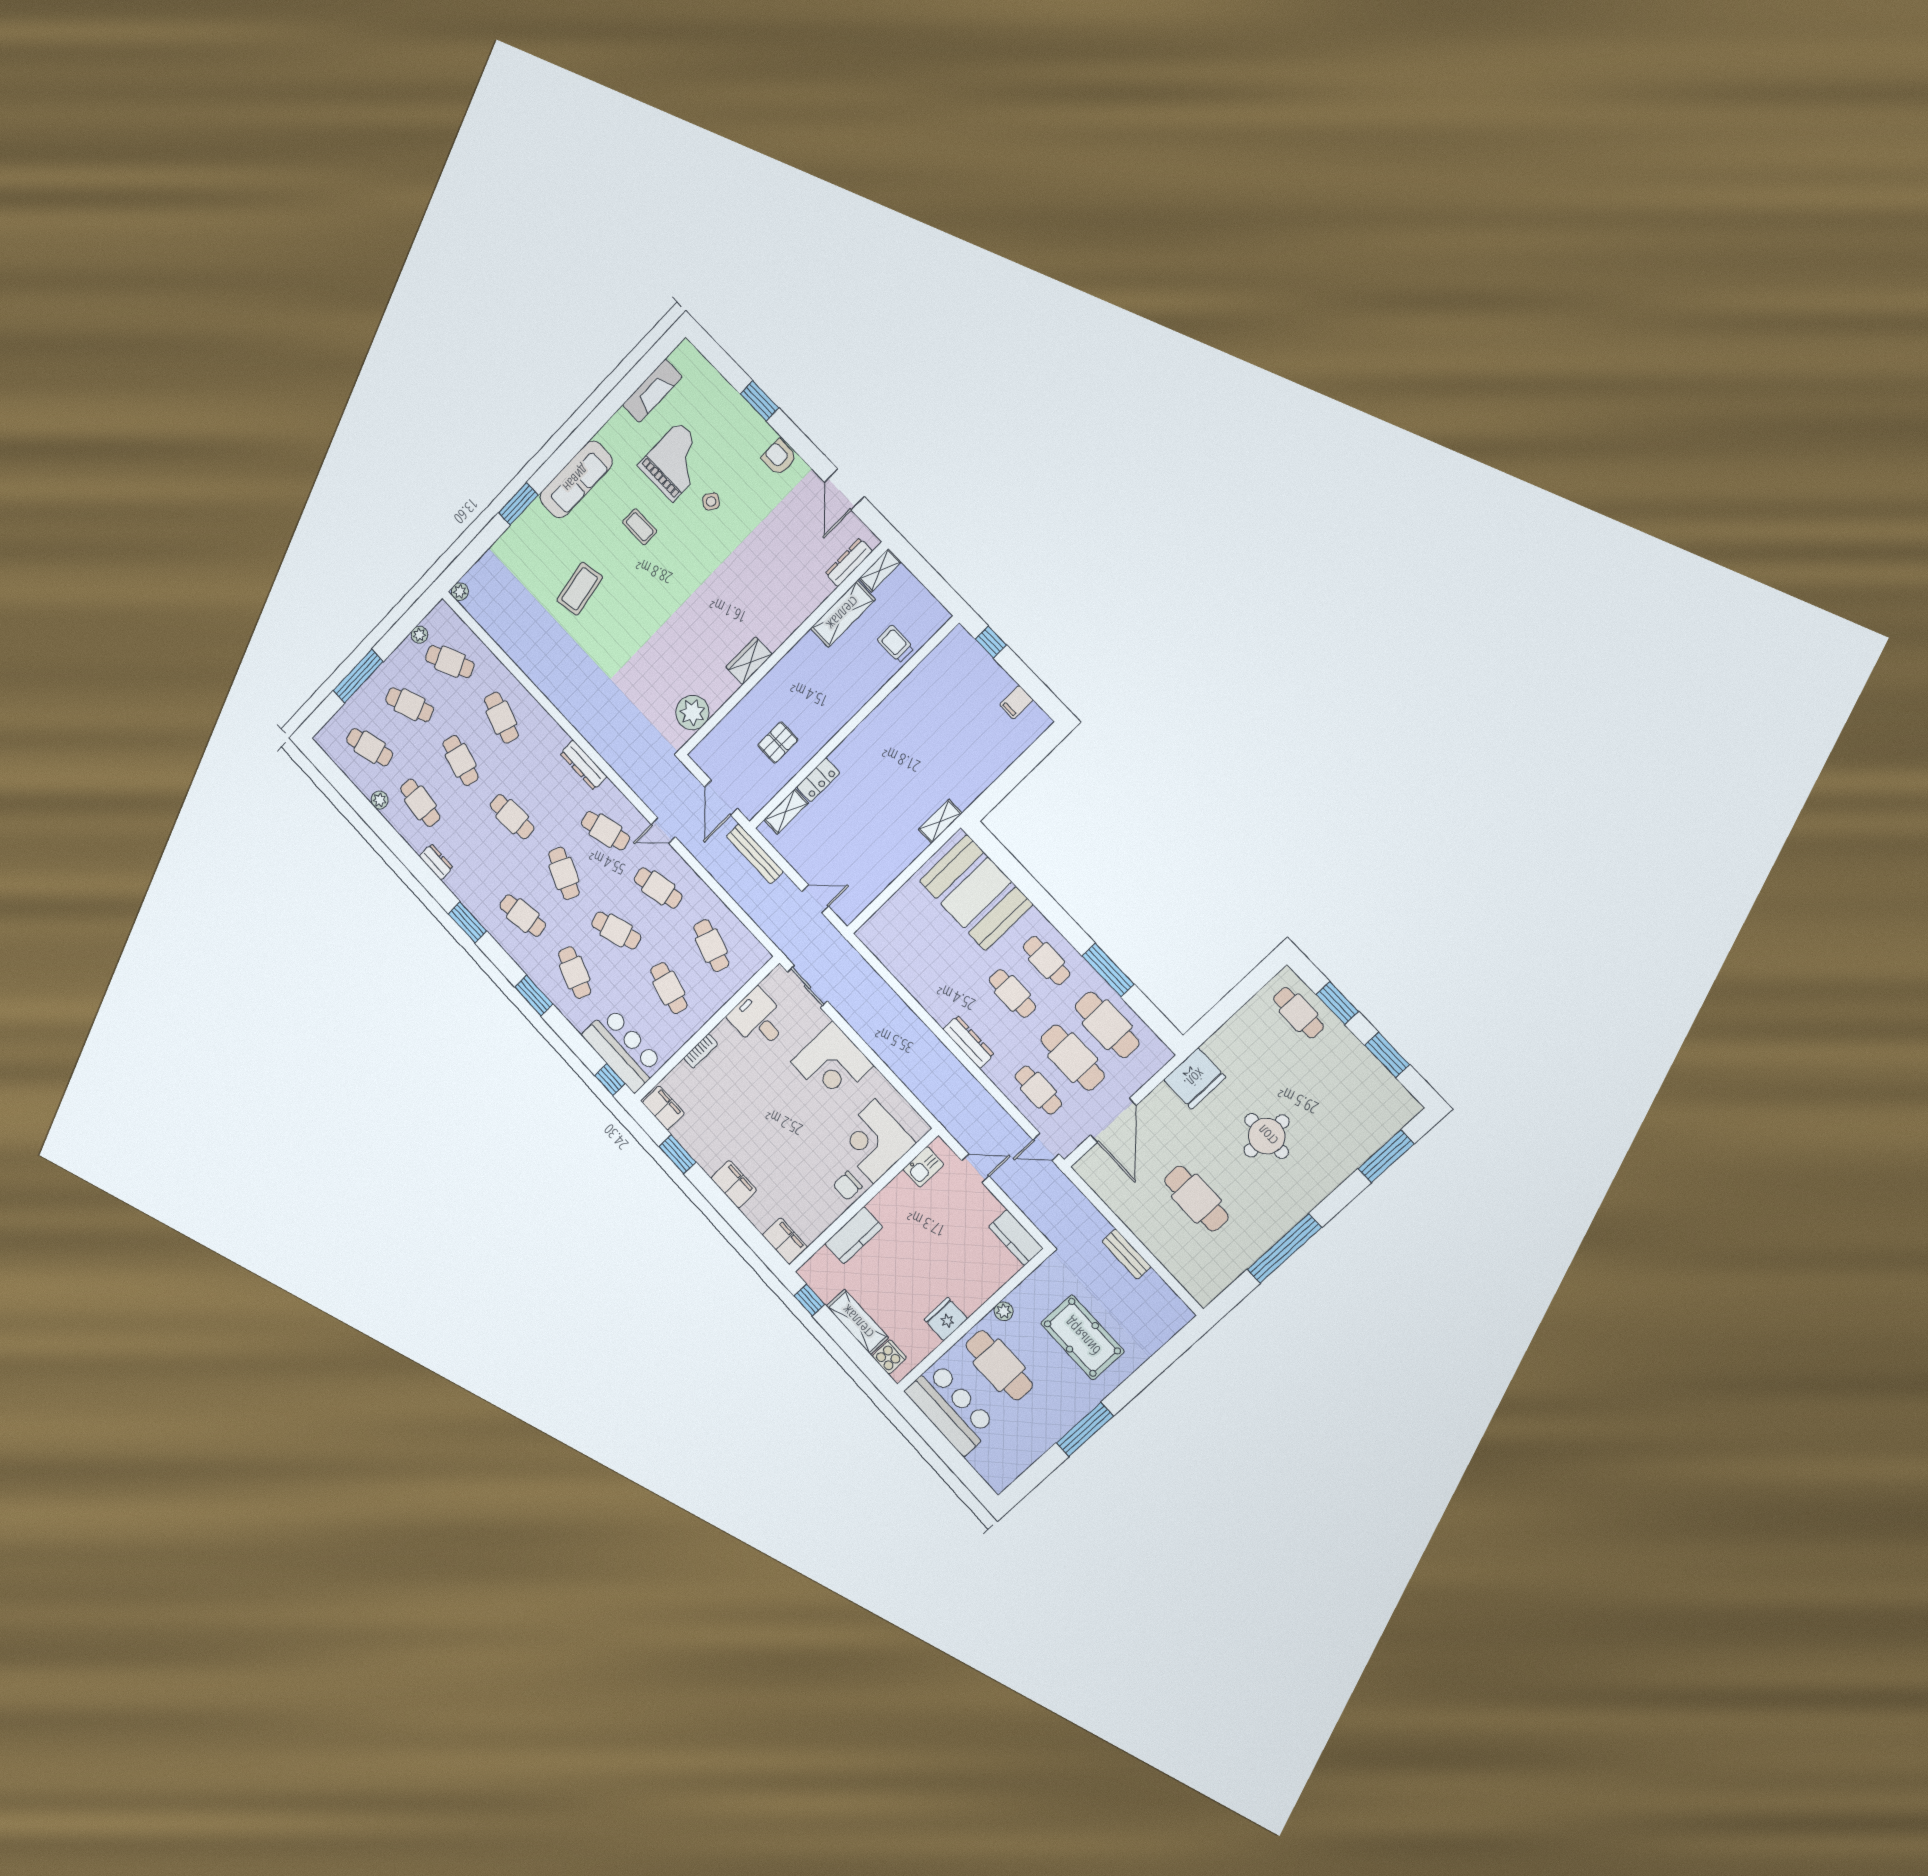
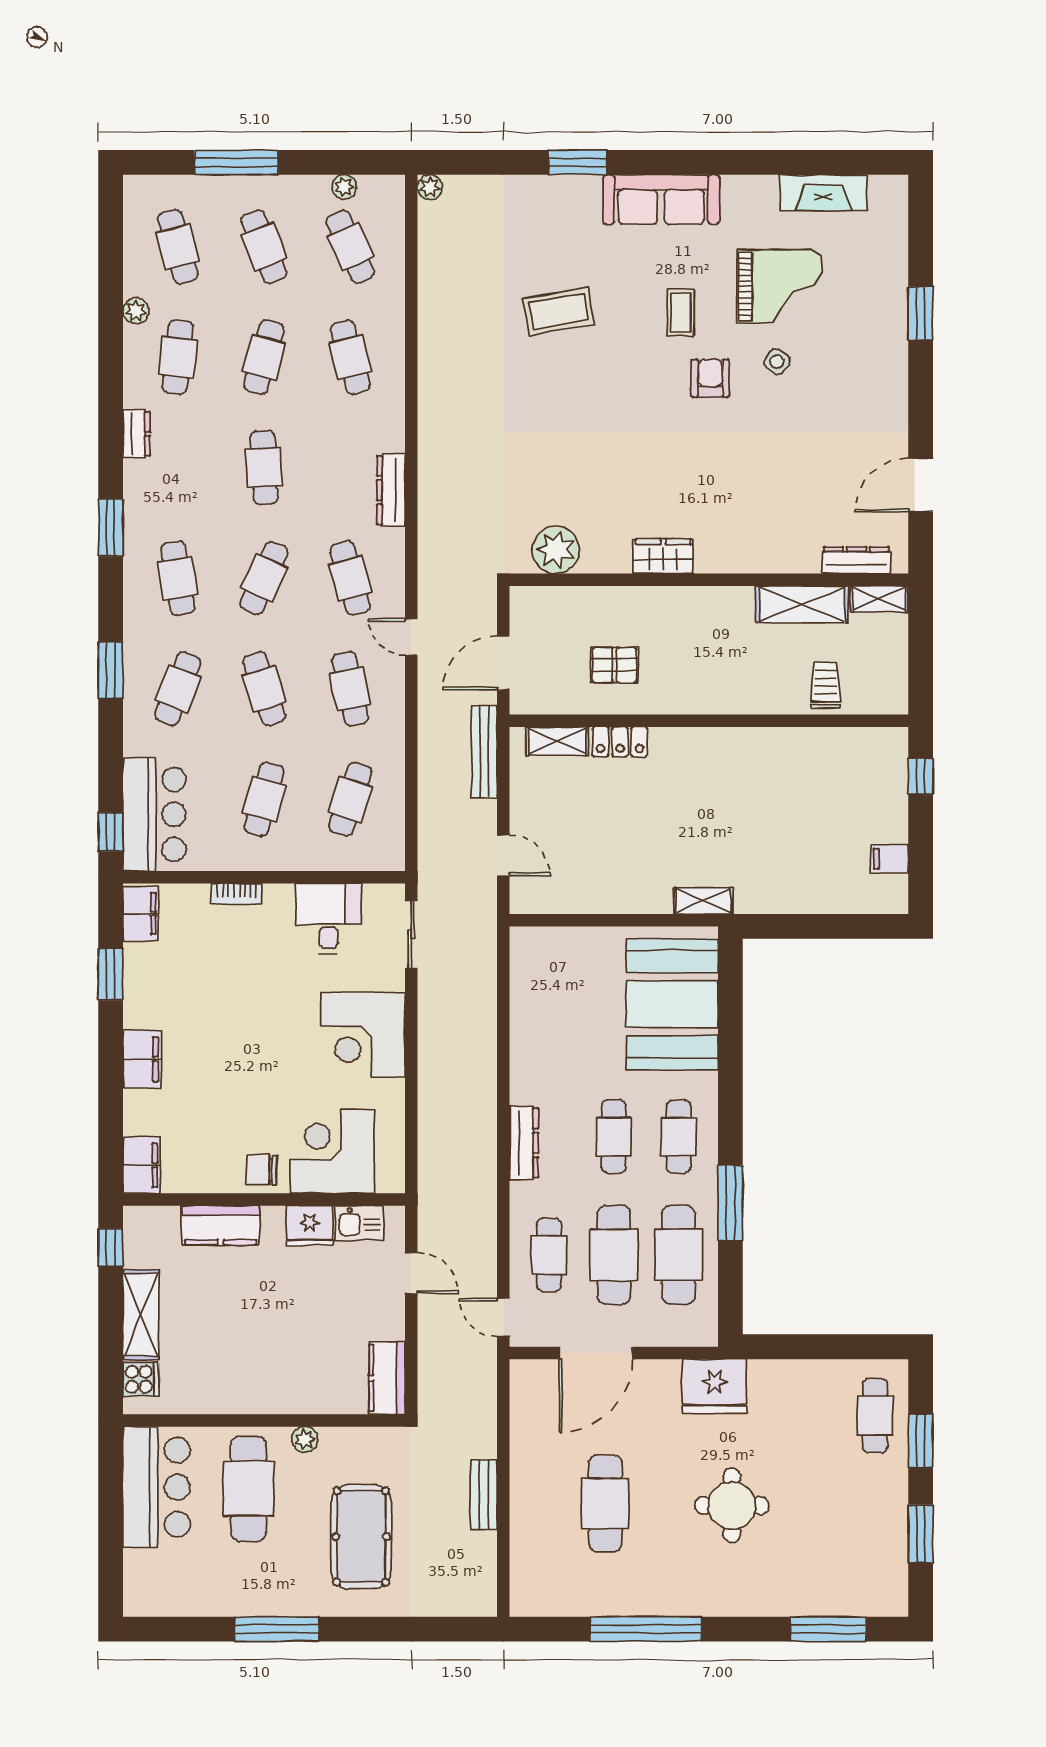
armchair: (779, 457) -> (710, 378), moved
cafe table: (501, 718) -> (350, 357), turned -33
fridge: (946, 1319) -> (310, 1226), moved, turned 180

